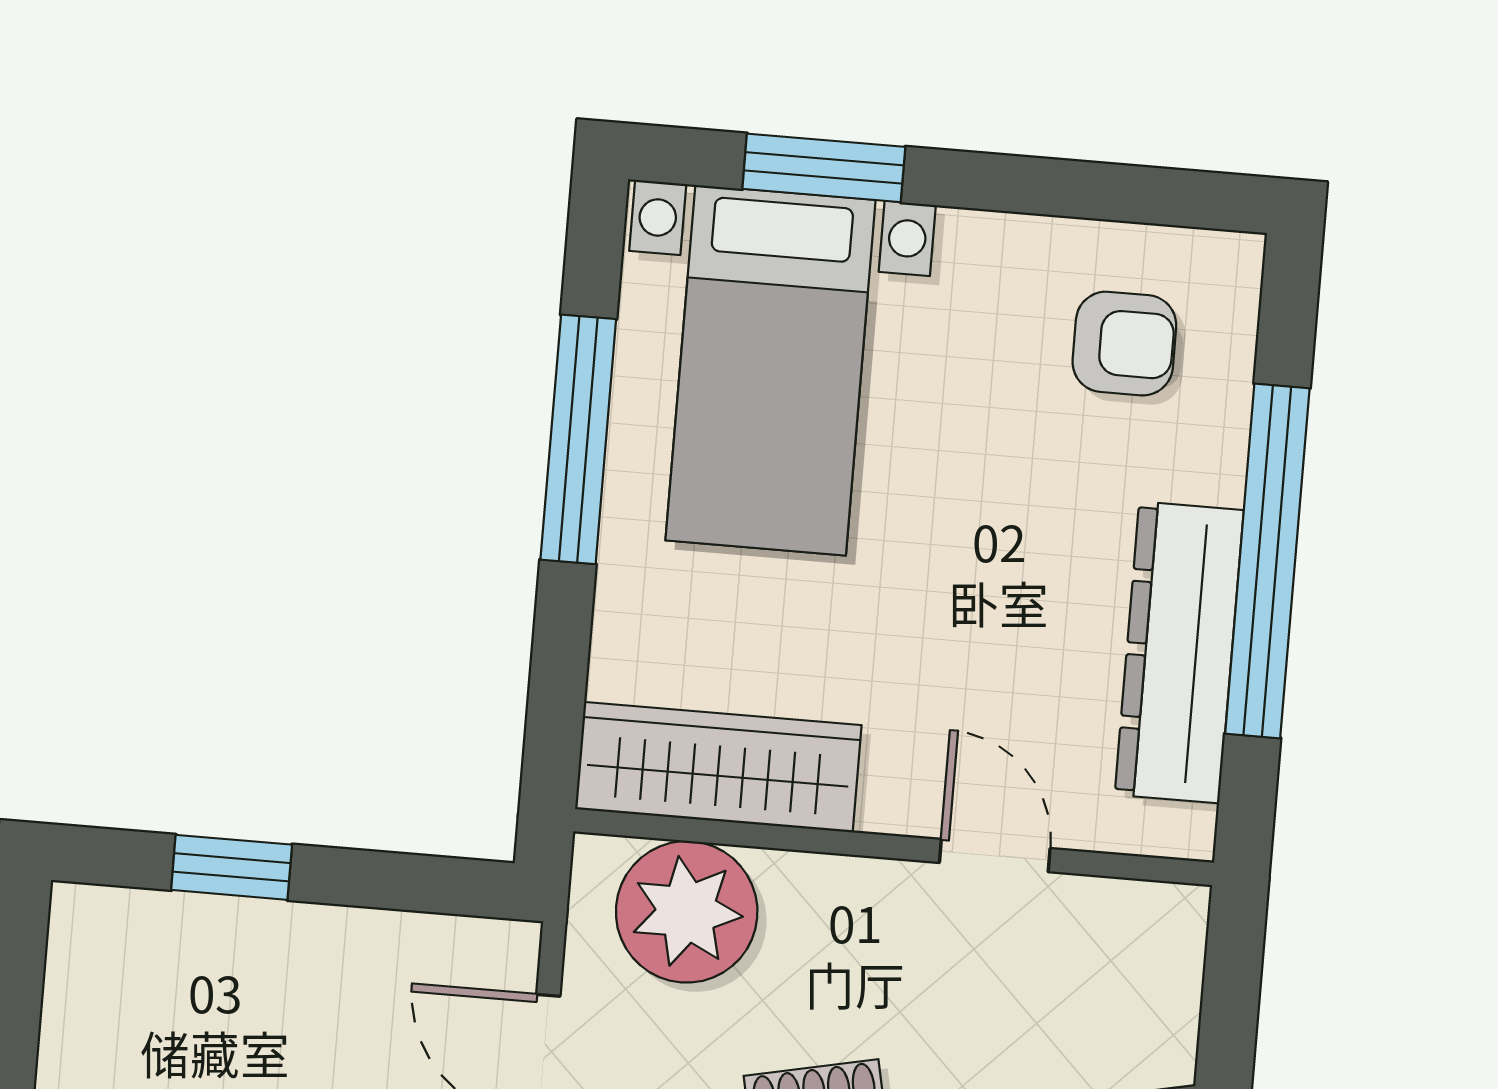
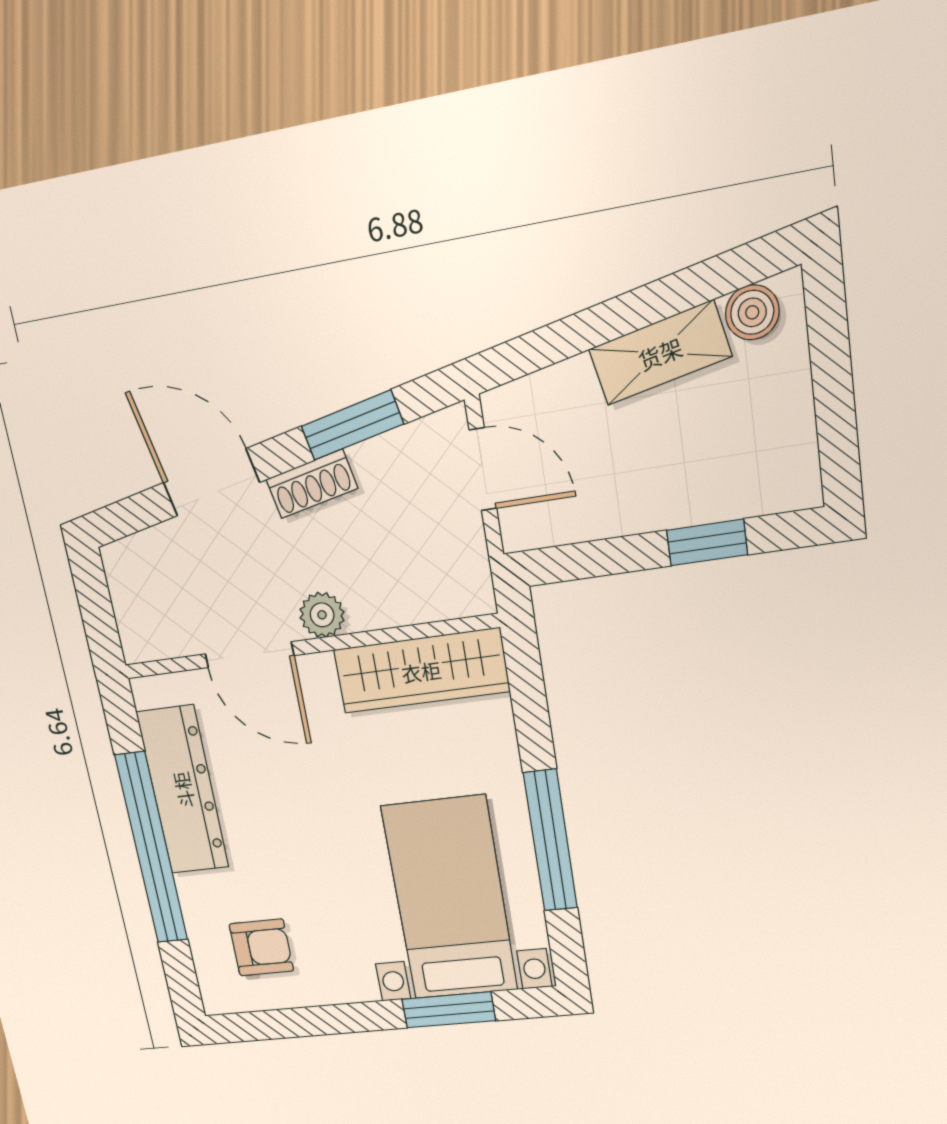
armchair: (1124, 344) -> (261, 947), turned 180
door: (995, 856) -> (249, 655), width x1.37
plant: (687, 912) -> (322, 615), moved, width x0.53, depth x0.53

